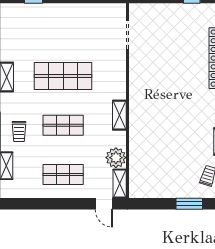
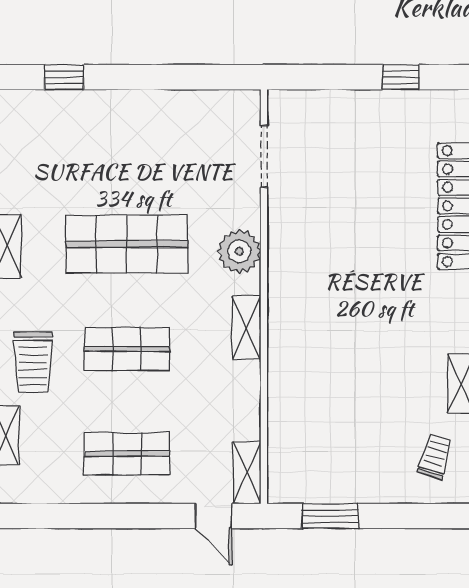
trolley: (19, 131) -> (33, 362), width x1.36, depth x1.39
plant: (116, 158) -> (239, 251), moved
window: (189, 204) -> (330, 516), moved

